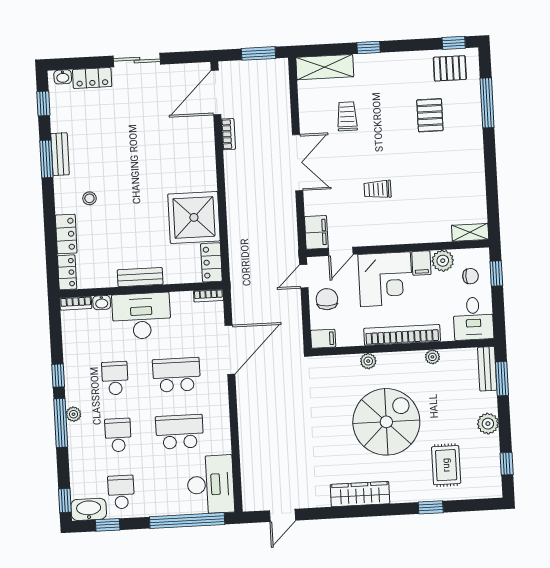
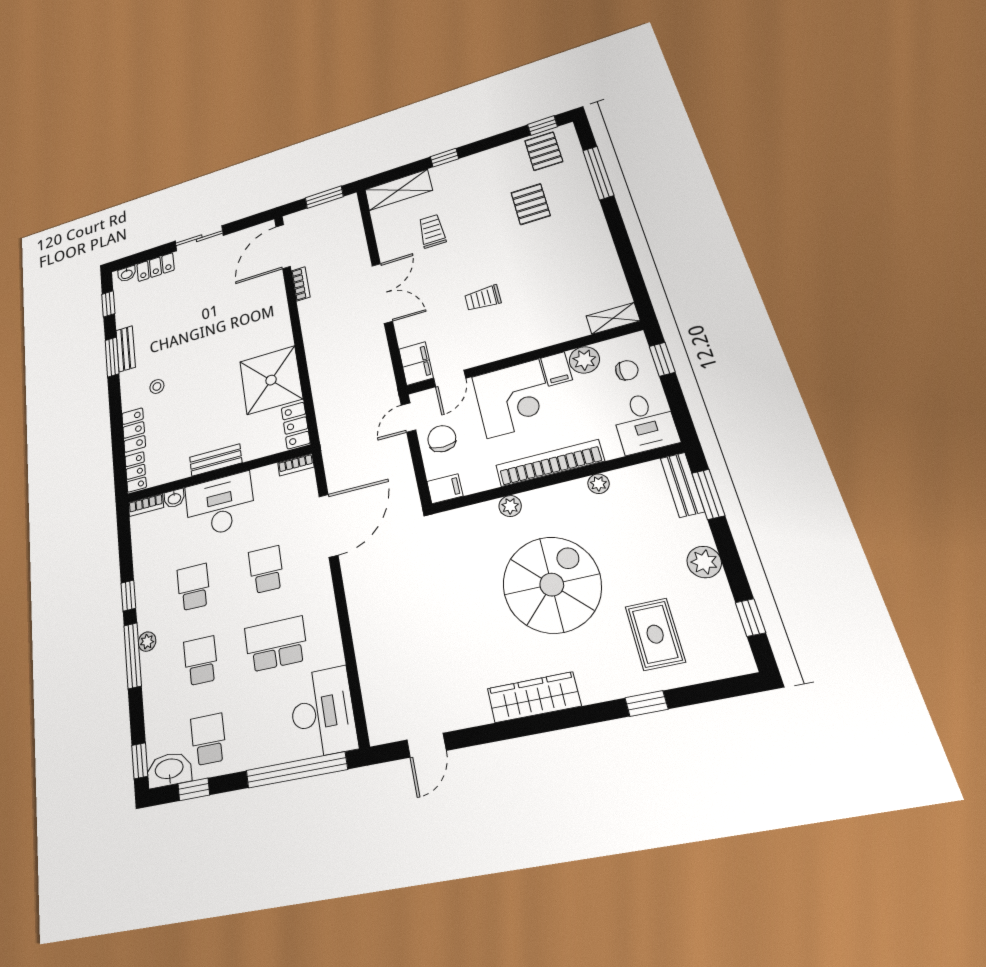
pallet: (450, 68) -> (544, 151), turned 90
school desk: (176, 375) -> (266, 569), width x0.54

